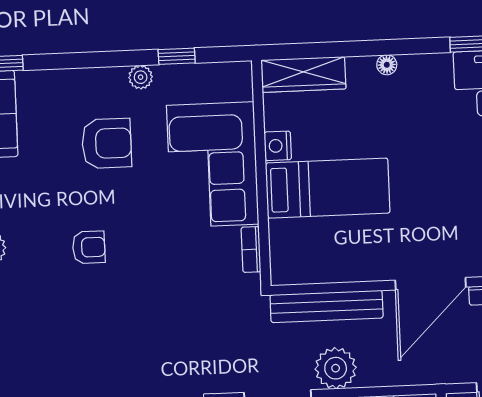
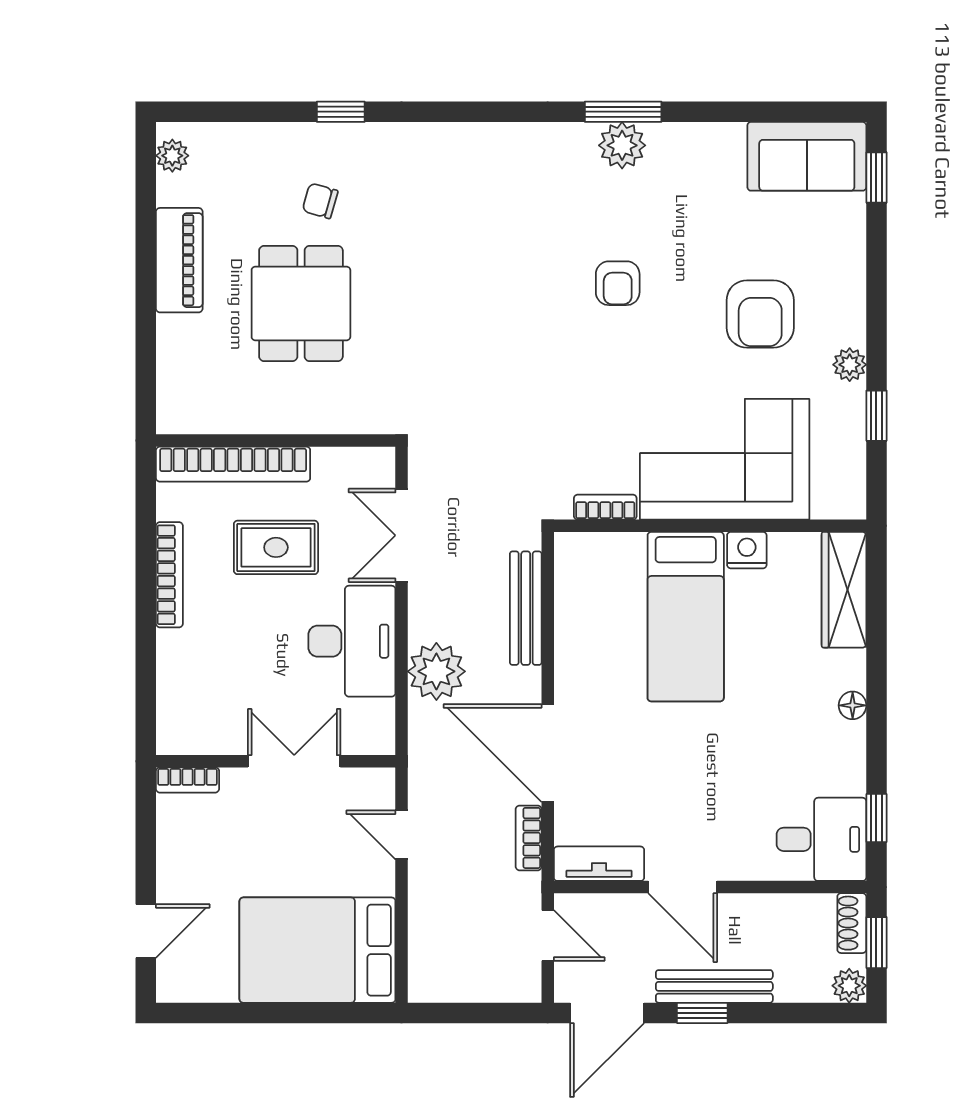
bench: (327, 306) -> (526, 608), width x0.73, depth x0.82
plant: (336, 368) -> (436, 671), moved

